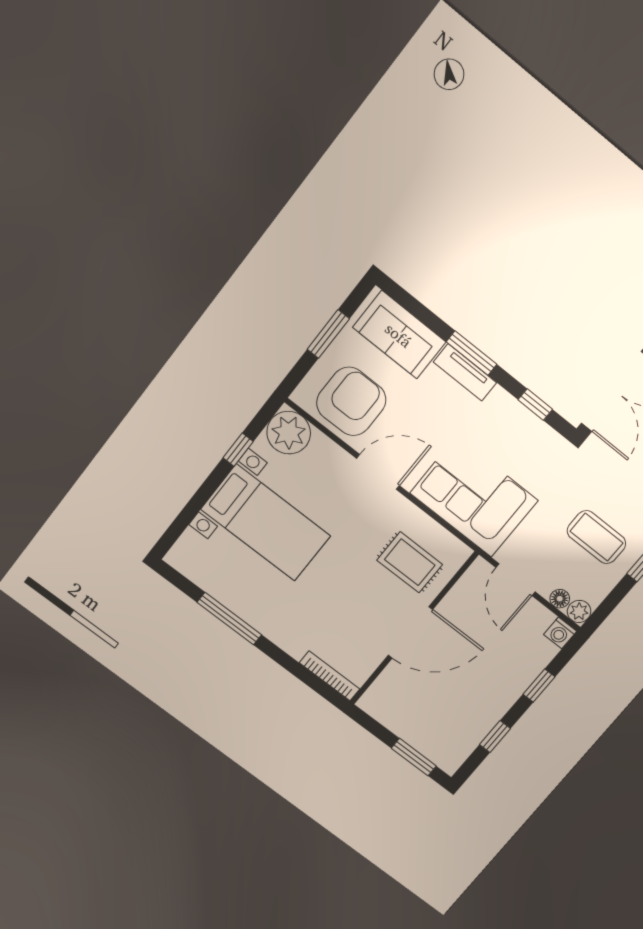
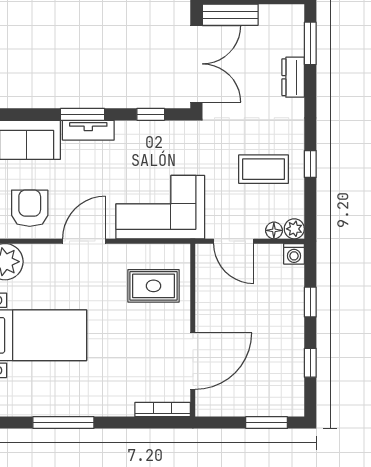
armchair: (351, 401) -> (30, 208), width x0.73, depth x0.73
door: (410, 632) -> (193, 361), moved

